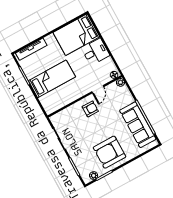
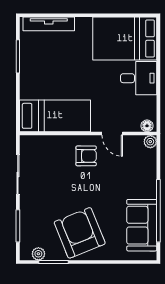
bed: (52, 79) -> (55, 116), moved
door: (98, 89) -> (112, 133), hinge flipped
sofa: (138, 125) -> (142, 225), width x0.73
armchair: (109, 152) -> (80, 233), turned 68

